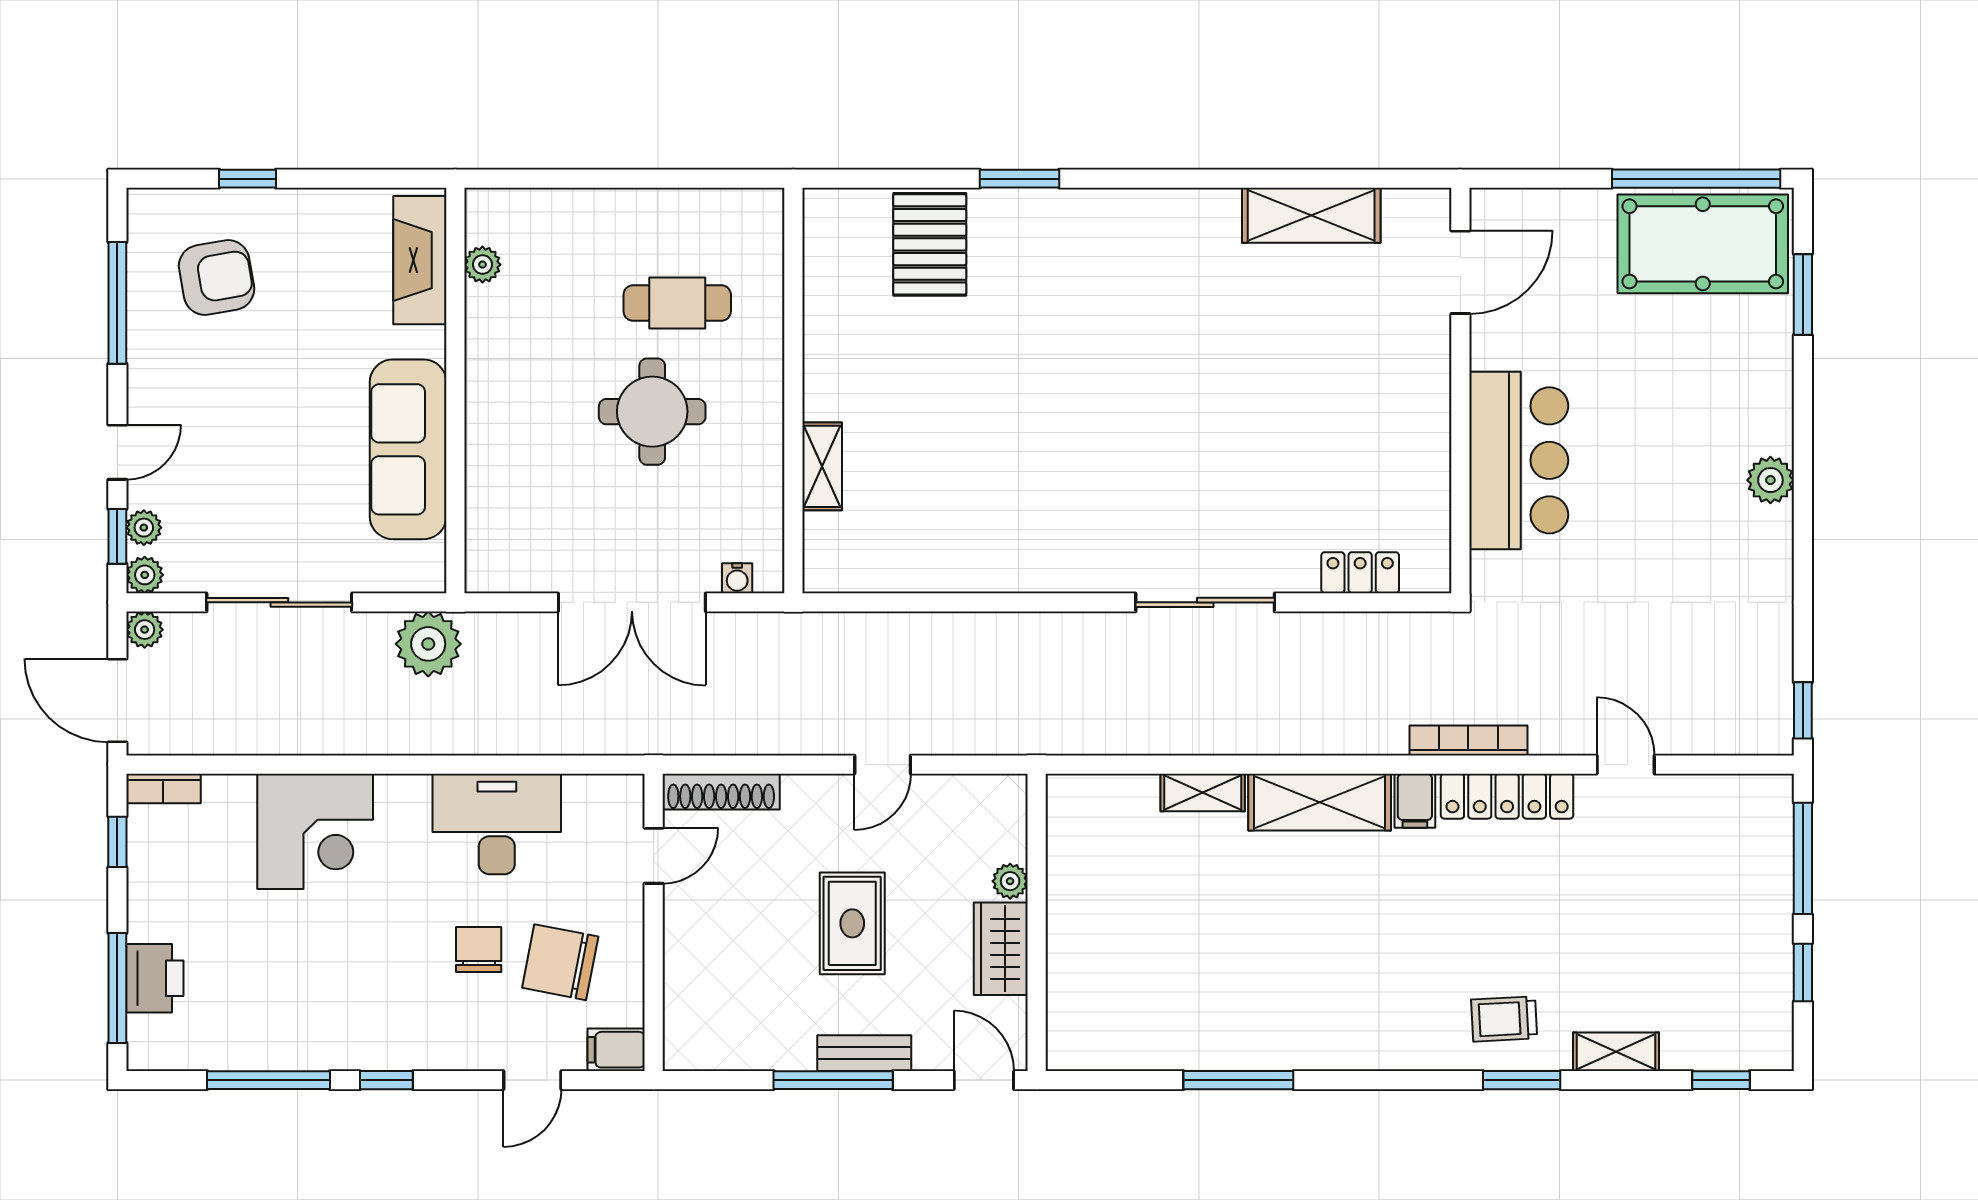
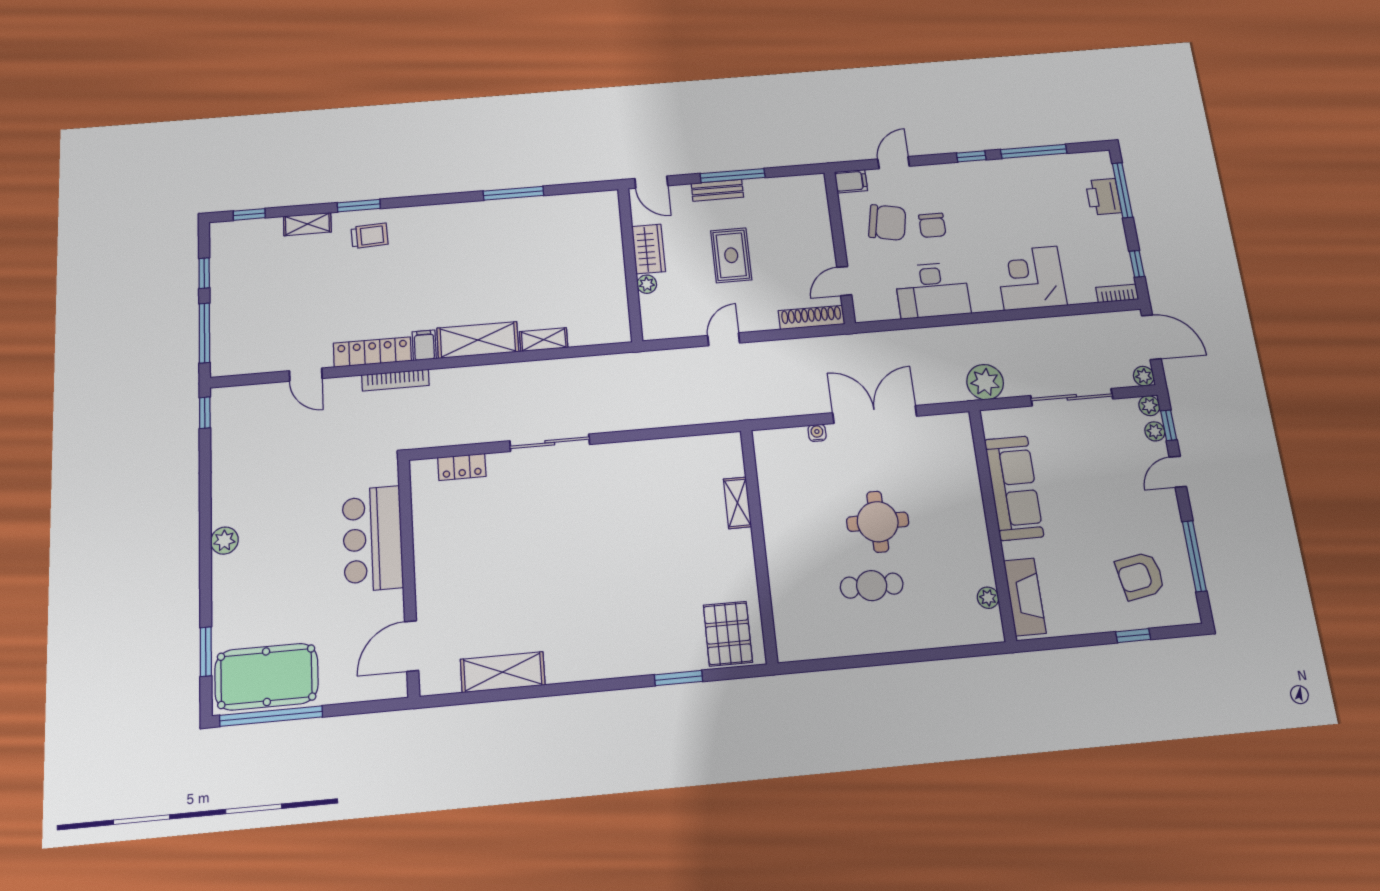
wall: (793, 390) -> (759, 545), moved
shelving: (822, 466) -> (737, 503), moved

